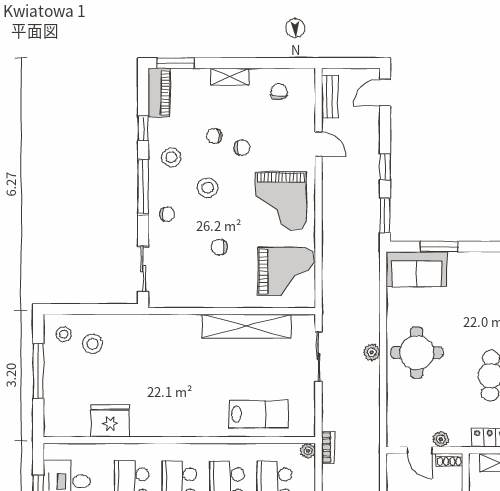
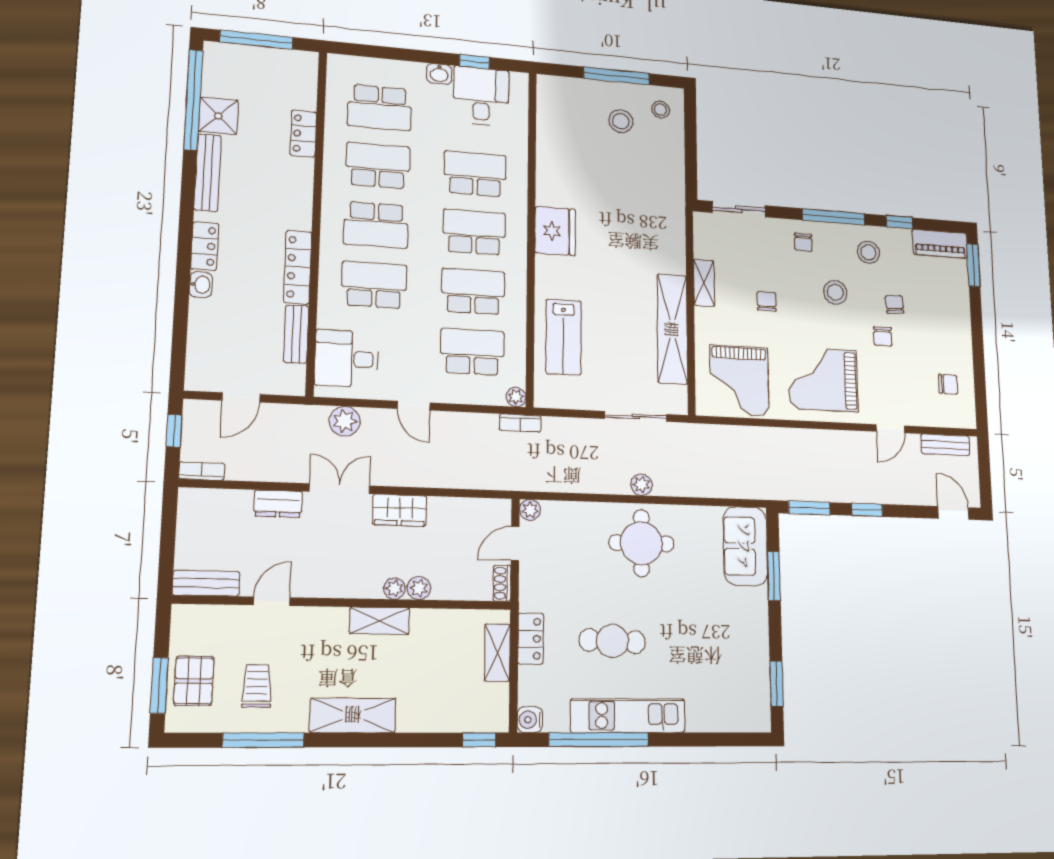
shelving: (230, 77) -> (704, 283), moved
stool: (92, 344) -> (621, 121), moved
fridge: (110, 421) -> (555, 231), moved
plant: (441, 439) -> (530, 510), moved

